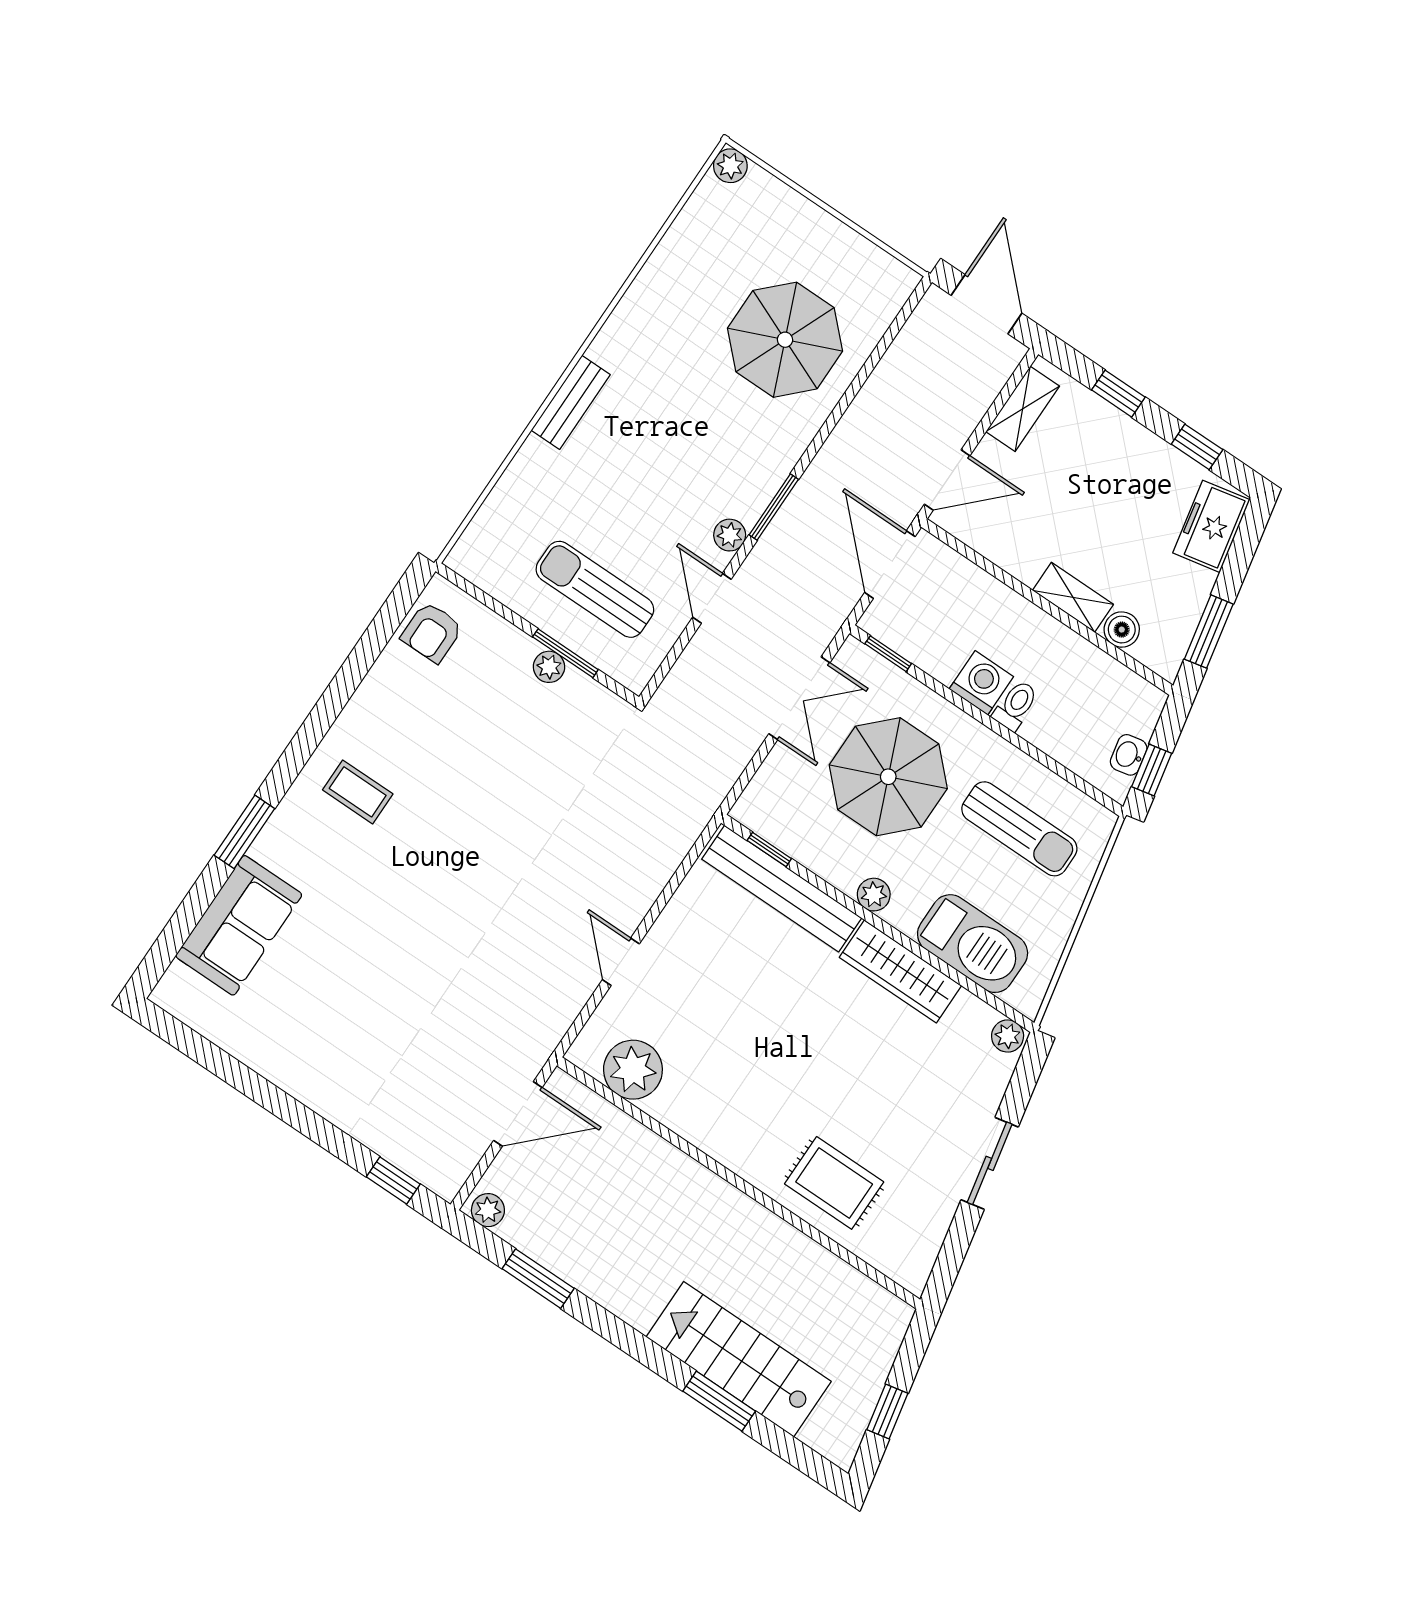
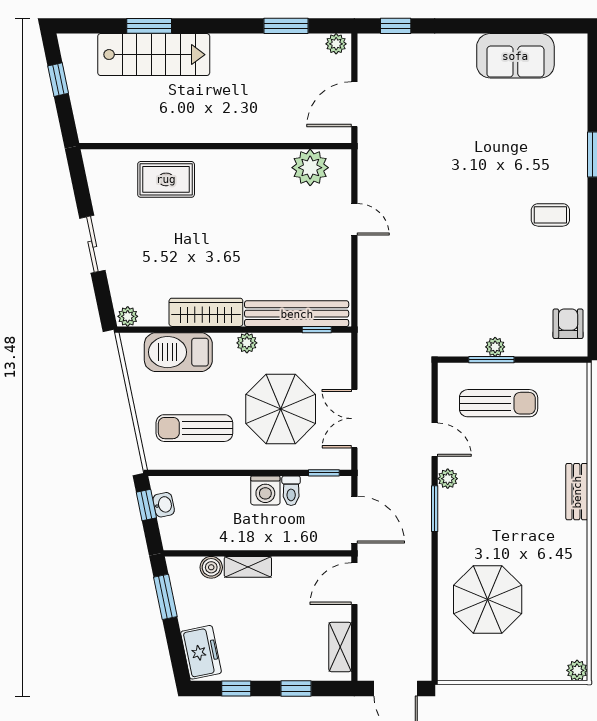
toilet: (1016, 705) -> (291, 491), moved
sofa: (239, 925) -> (515, 56), moved, turned -90

